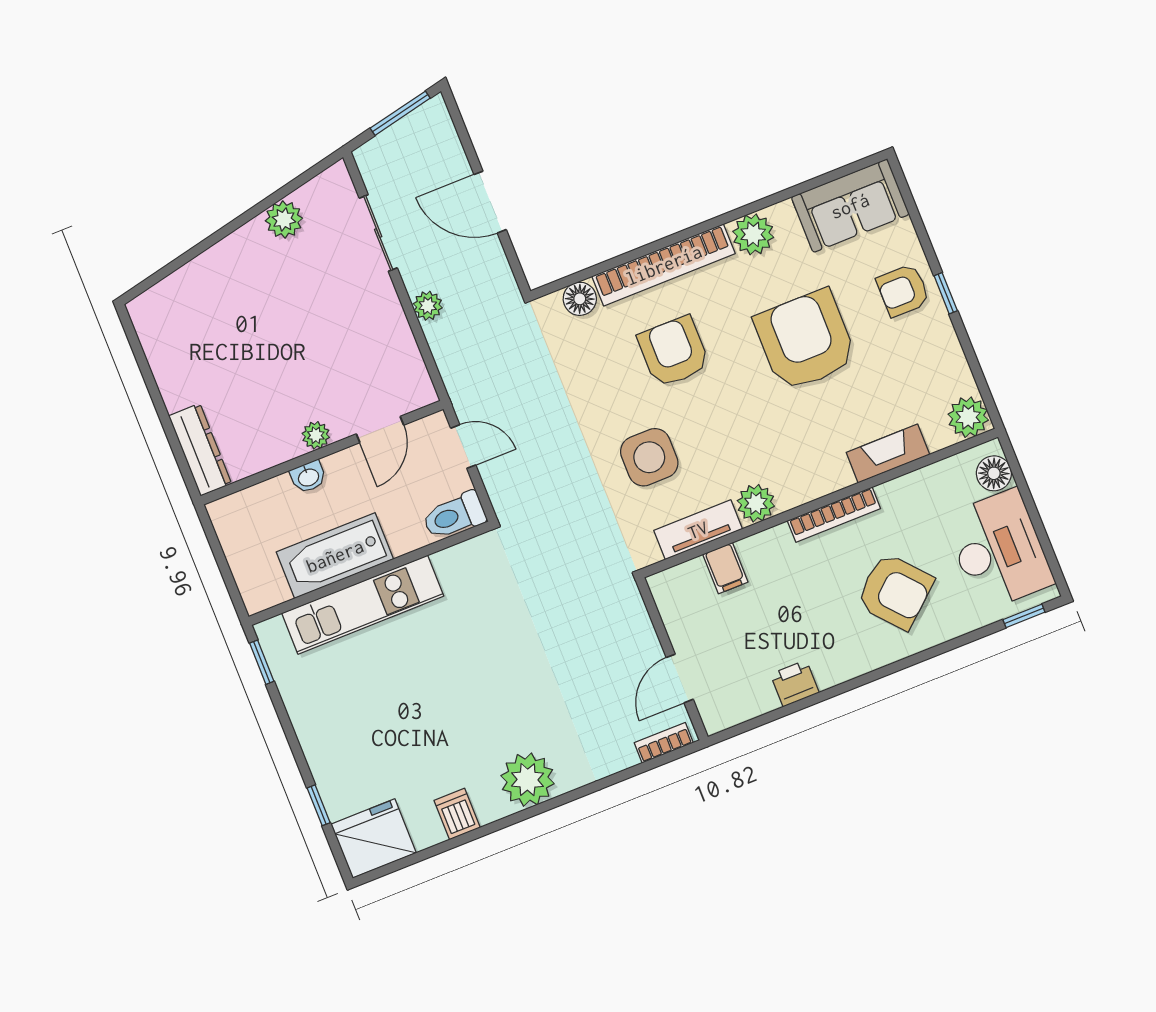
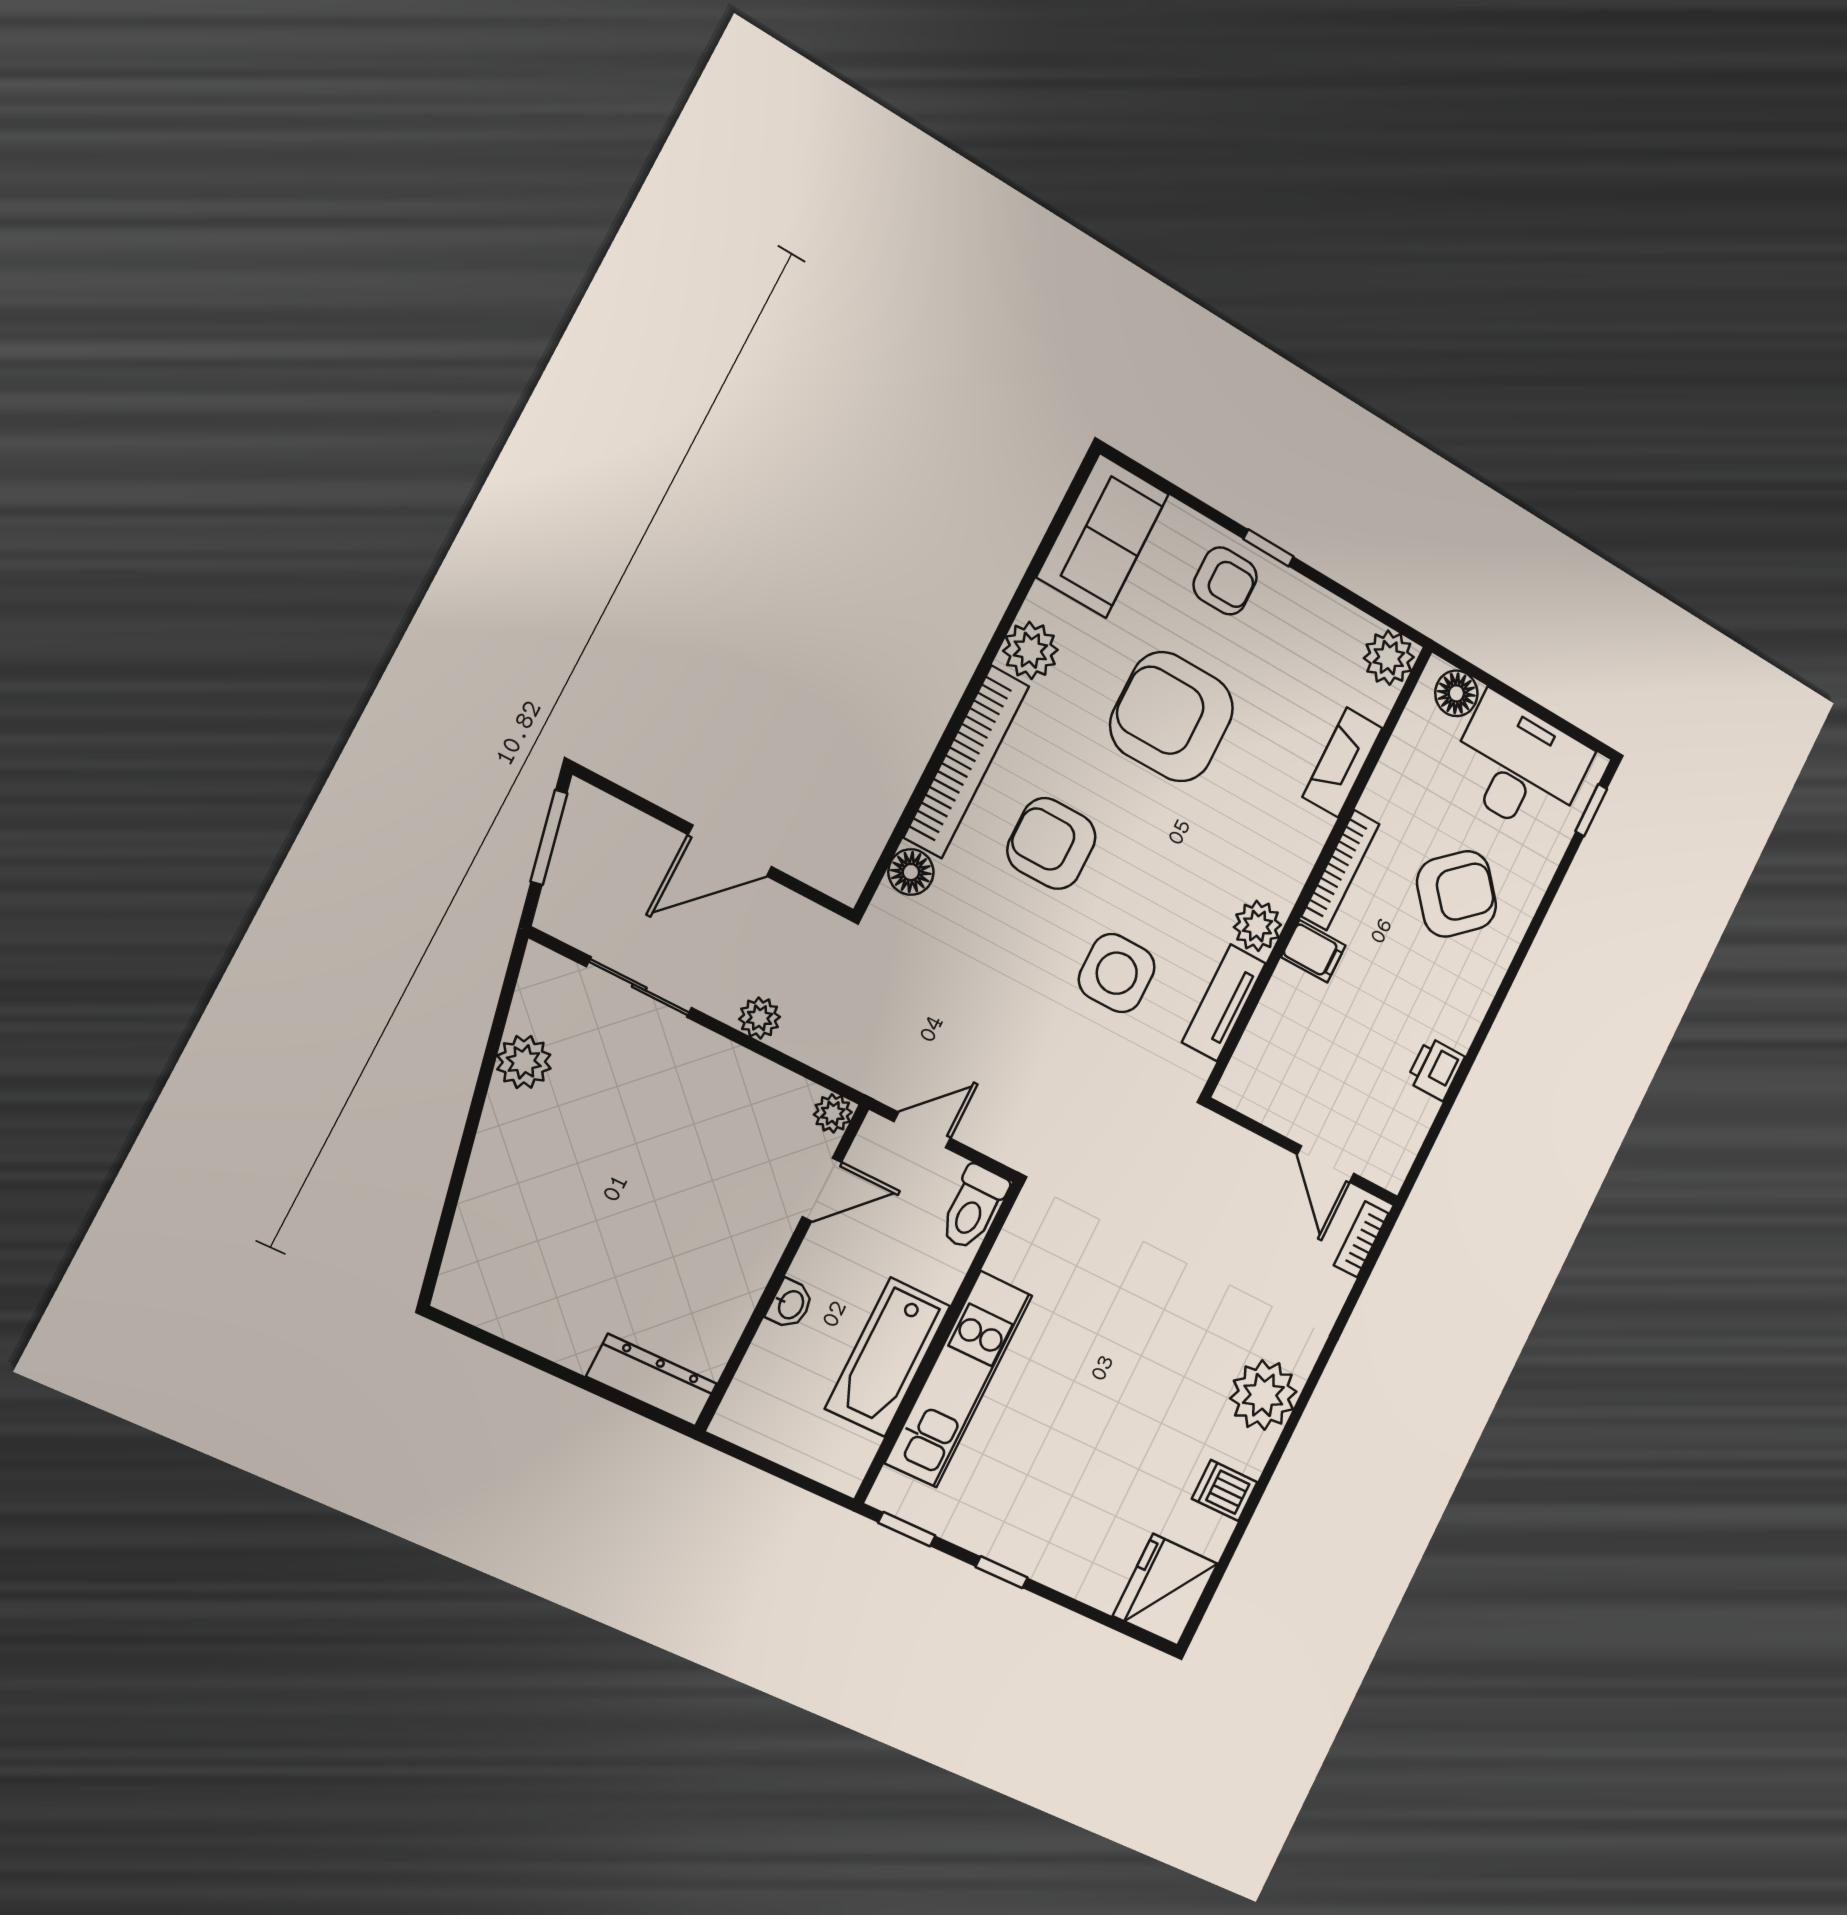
armchair: (903, 290) -> (1225, 581), turned -90
door: (380, 430) -> (822, 1190), hinge flipped
plant: (316, 435) -> (833, 1113), moved
filing cabinet: (725, 568) -> (1313, 951), moved
window: (319, 805) -> (1002, 1572), moved

